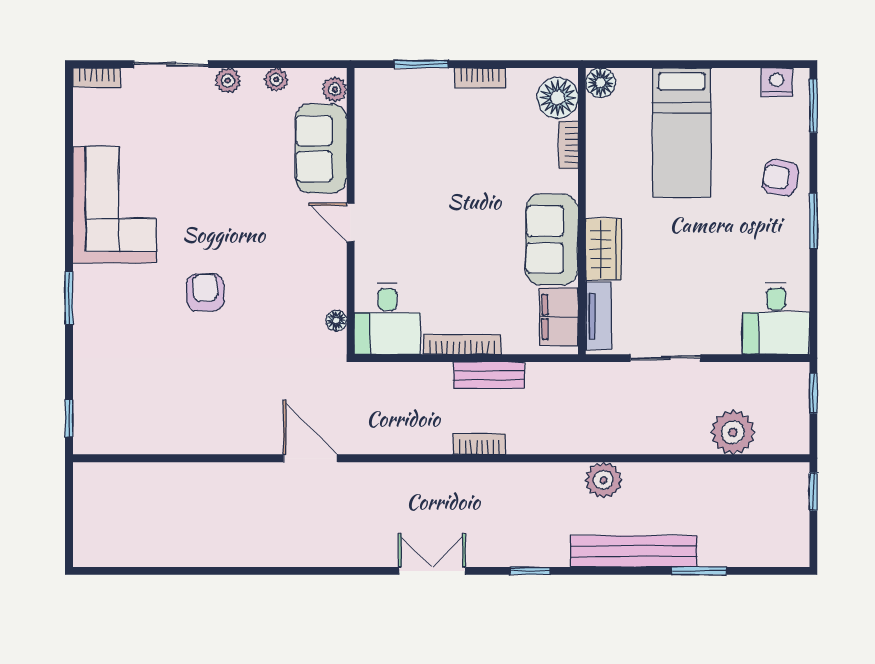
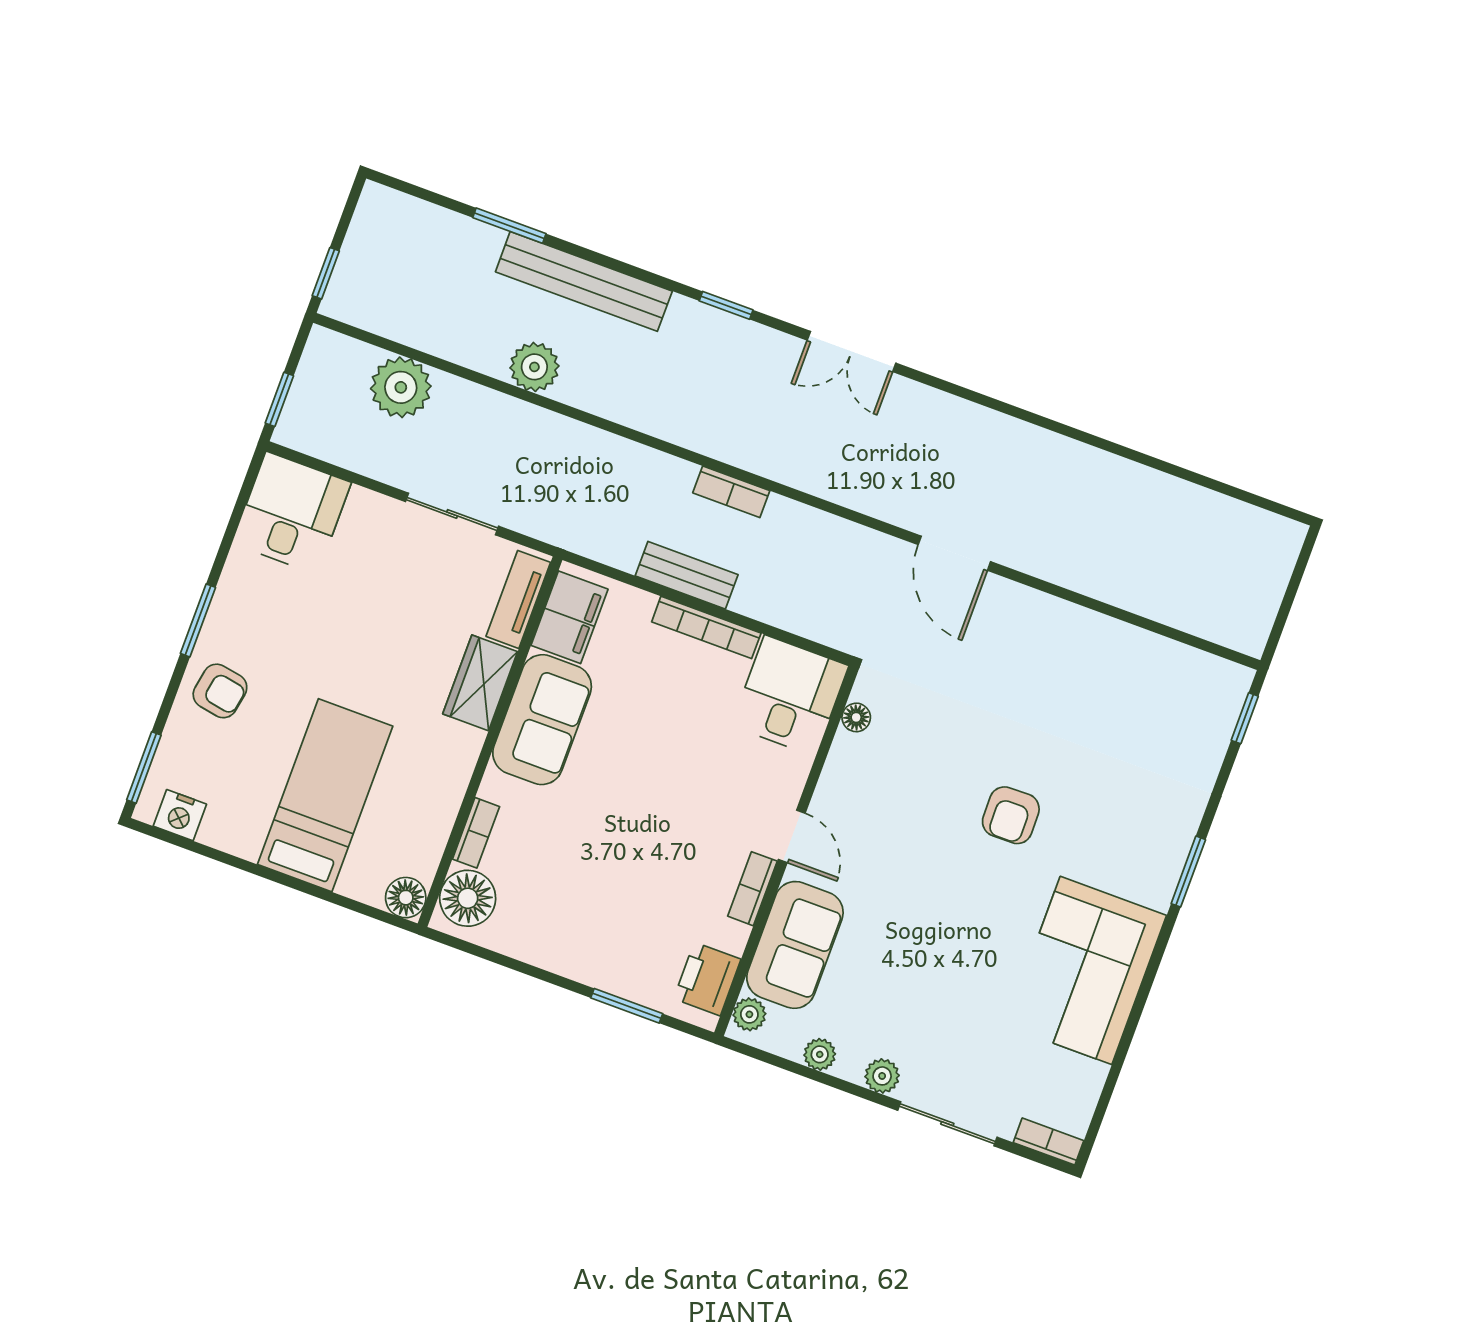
bookcase: (480, 78) -> (752, 889), moved, turned -90
printer: (373, 103) -> (707, 979), added
plant: (603, 480) -> (534, 367), moved

